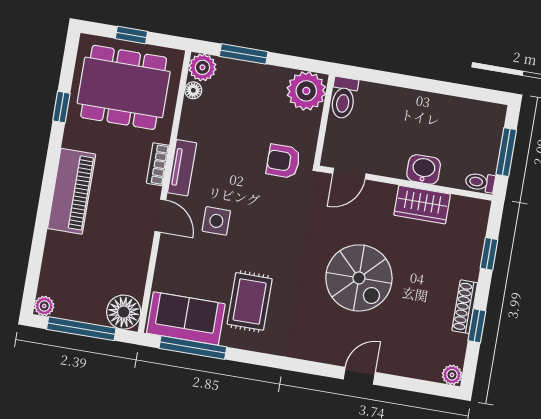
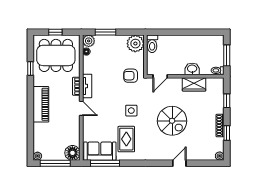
side table: (216, 221) -> (131, 111), moved

